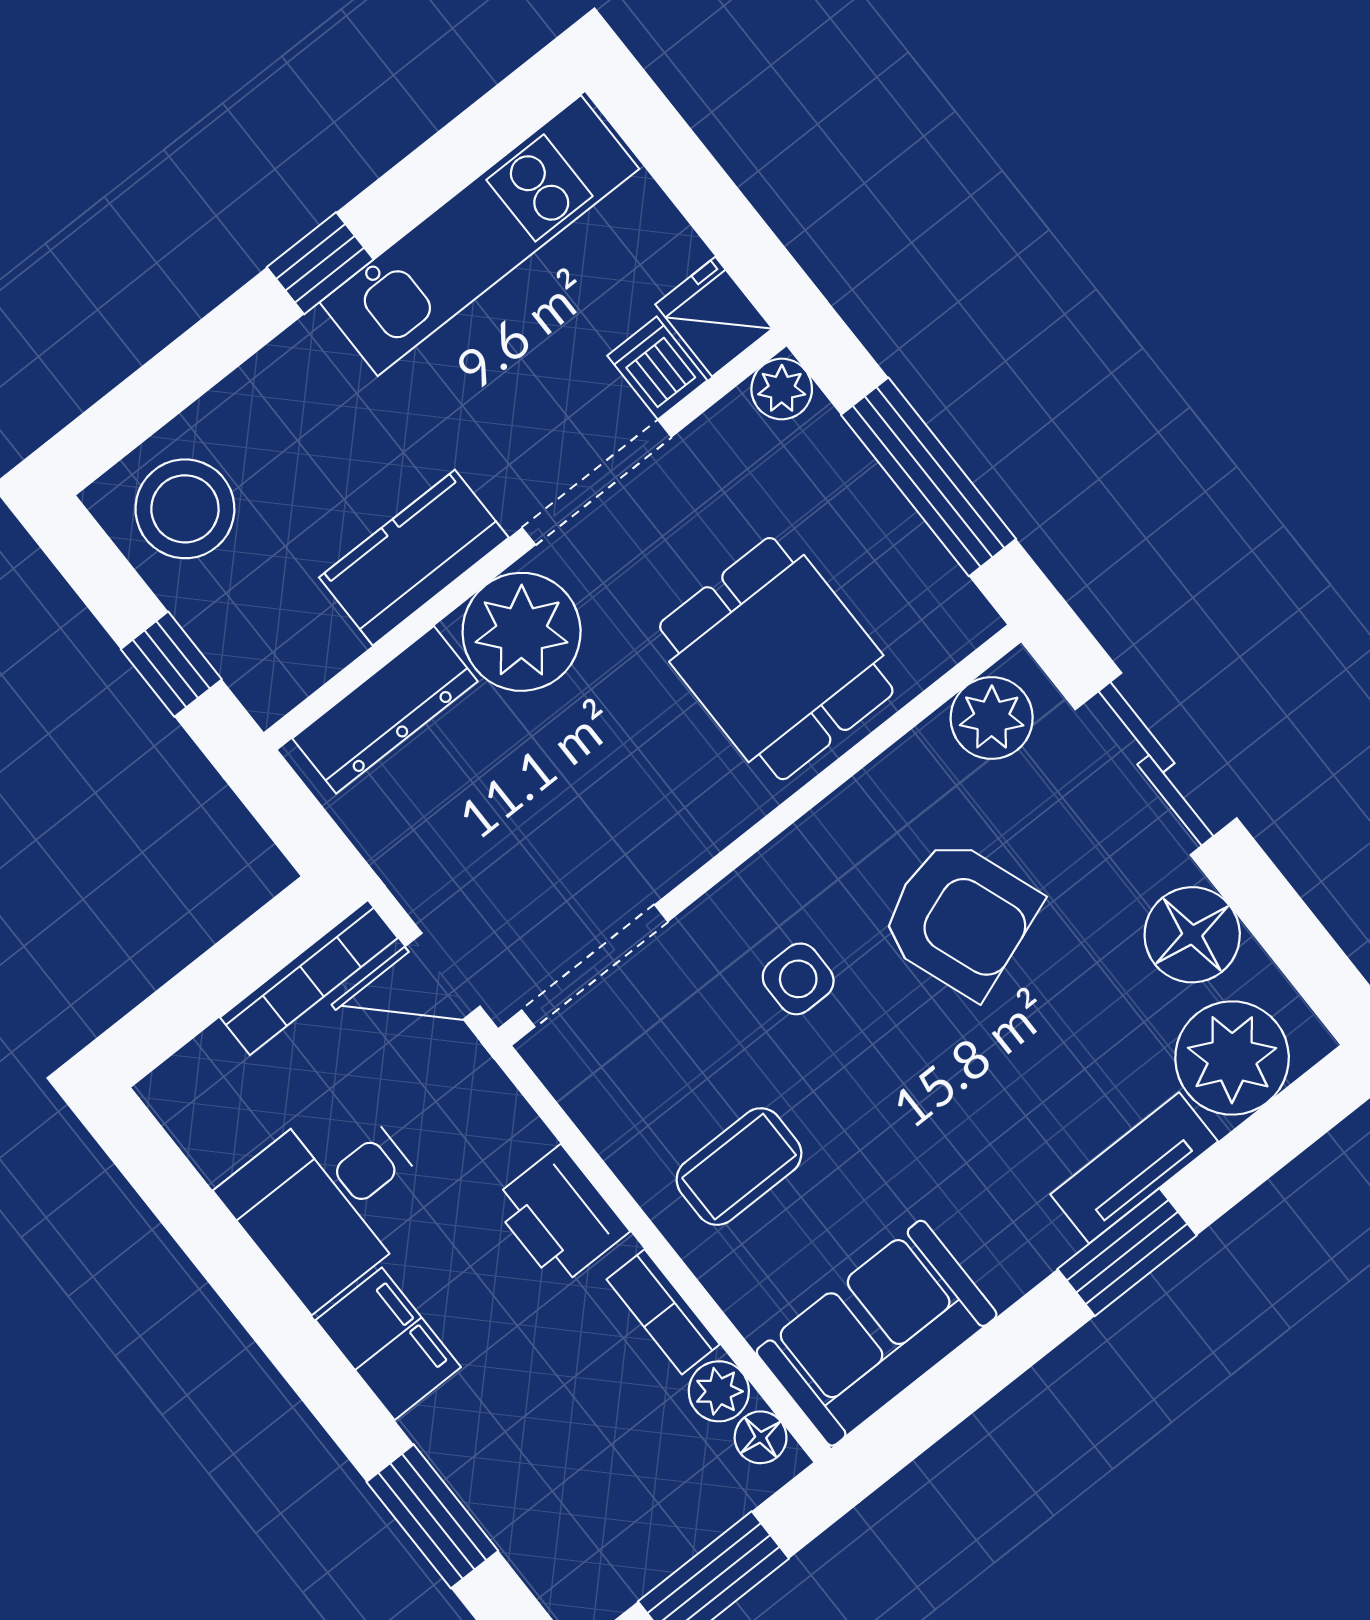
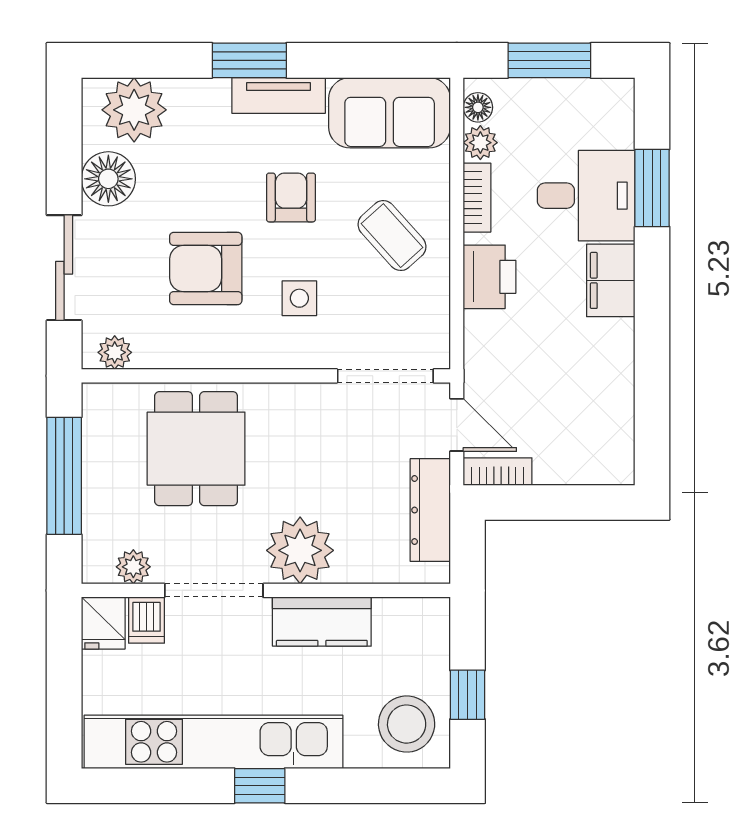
kitchen unit: (479, 236) -> (214, 742), width x1.36
plant: (782, 389) -> (133, 567), moved
window: (171, 664) -> (468, 695), moved
dresser: (385, 710) -> (430, 510), moved, turned -90
plant: (992, 718) -> (115, 352), width x0.73, depth x0.73
armchair: (960, 918) -> (206, 268), turned -70
bookcase: (309, 978) -> (498, 472), width x0.64
armchair: (920, 1109) -> (291, 197), added
coffee table: (739, 1167) -> (392, 236), turned 48
tv unit: (1134, 1168) -> (279, 95), moved
desk: (329, 1200) -> (586, 196), moved

